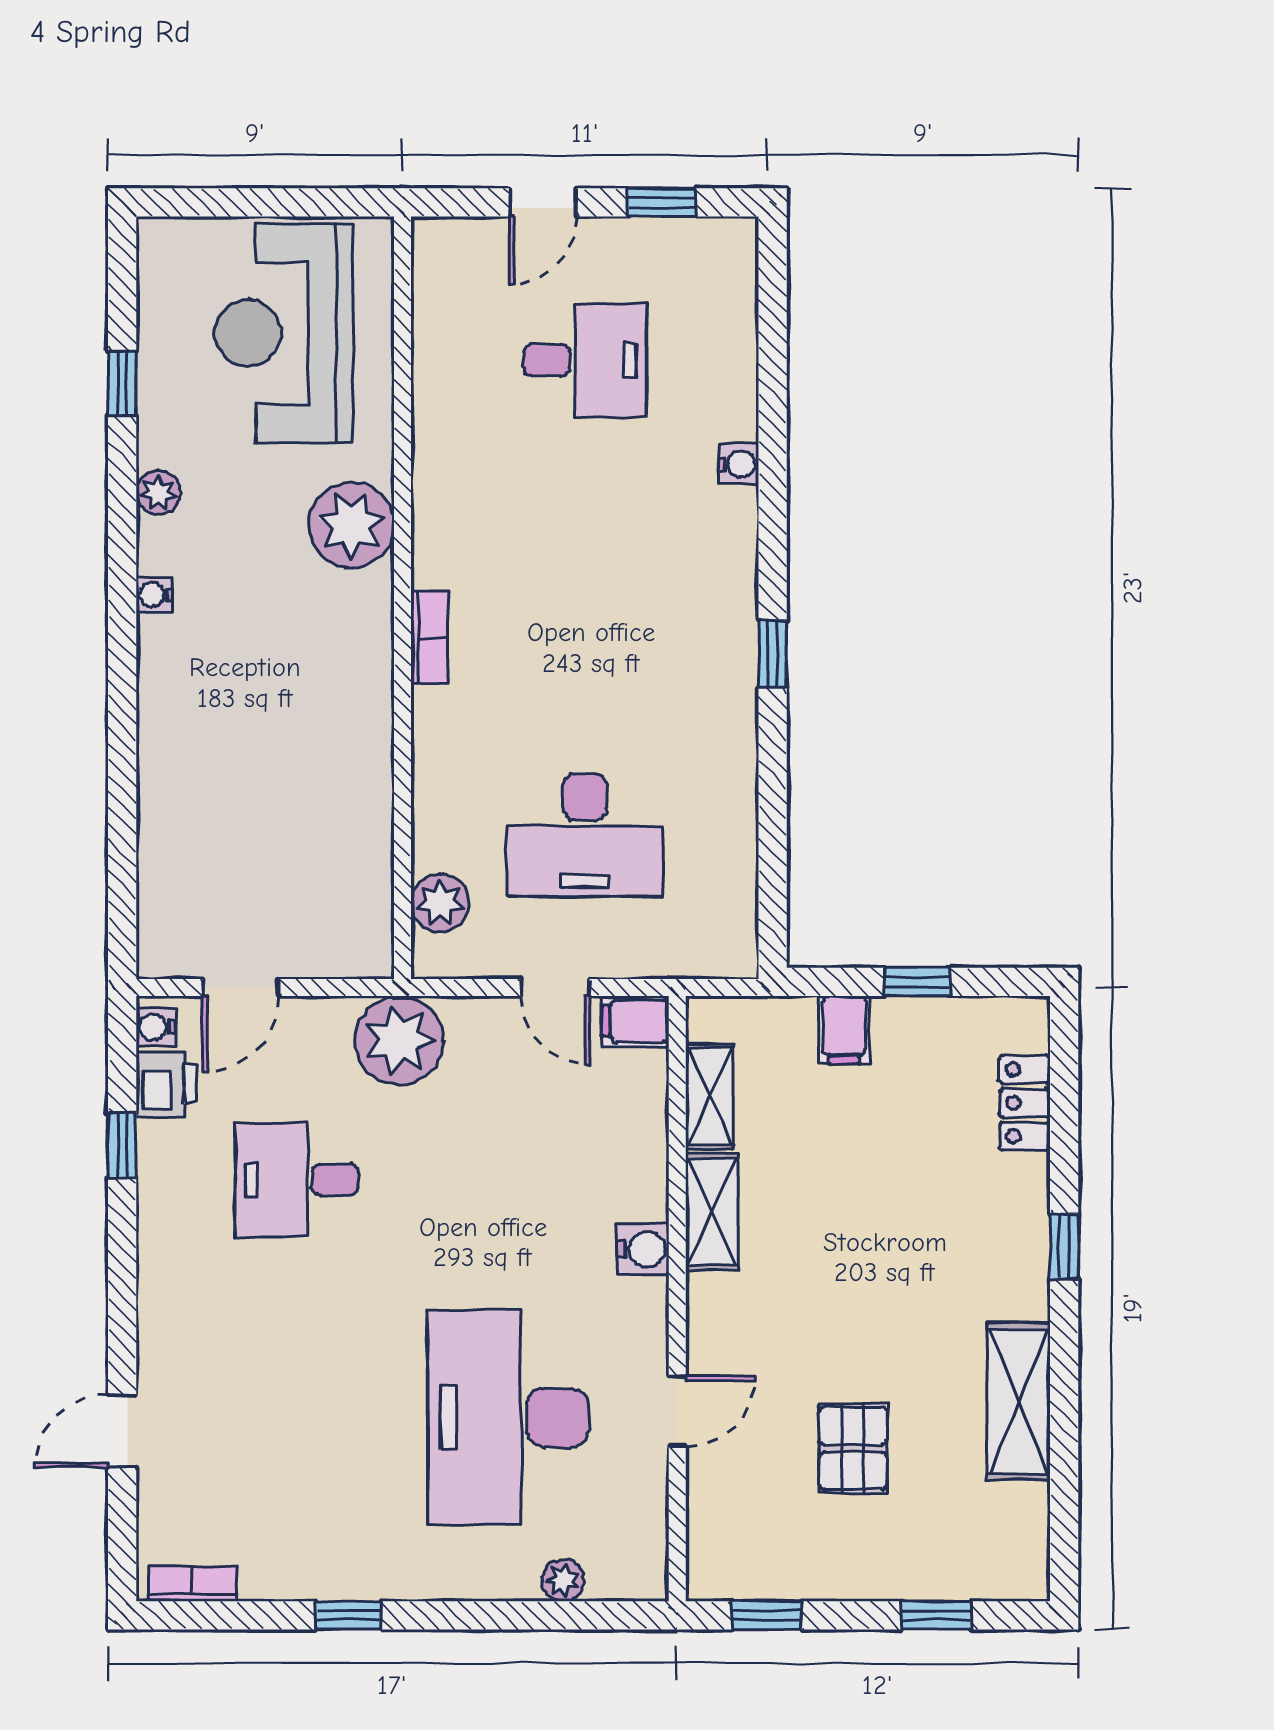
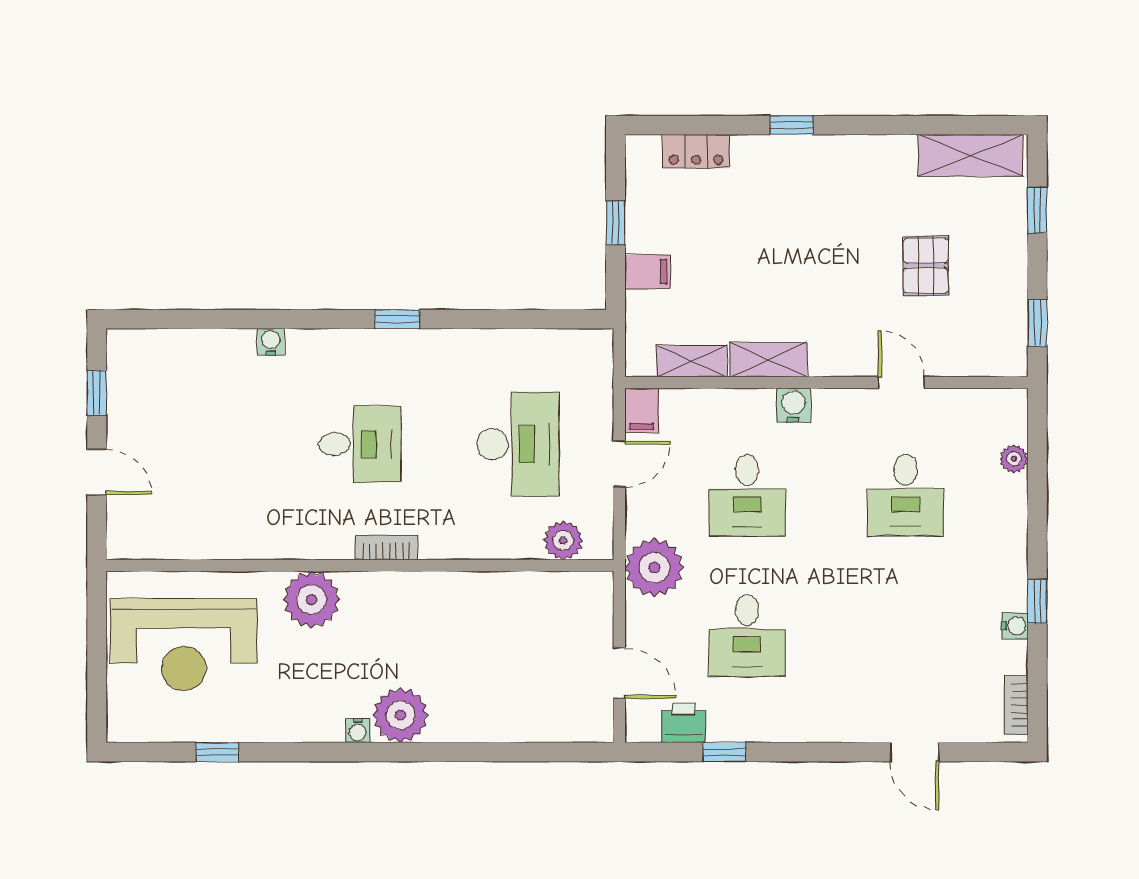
desk: (585, 360) -> (360, 444), moved, turned 90
plant: (158, 493) -> (401, 715), moved, width x1.88, depth x1.88
water cooler: (156, 1027) -> (1015, 626), moved, turned -90
desk: (508, 1180) -> (747, 495), added
shelving: (1019, 1401) -> (970, 155), moved
desk: (508, 1418) -> (906, 495), width x0.53, depth x0.77
pallet: (853, 1448) -> (926, 266), turned 90

